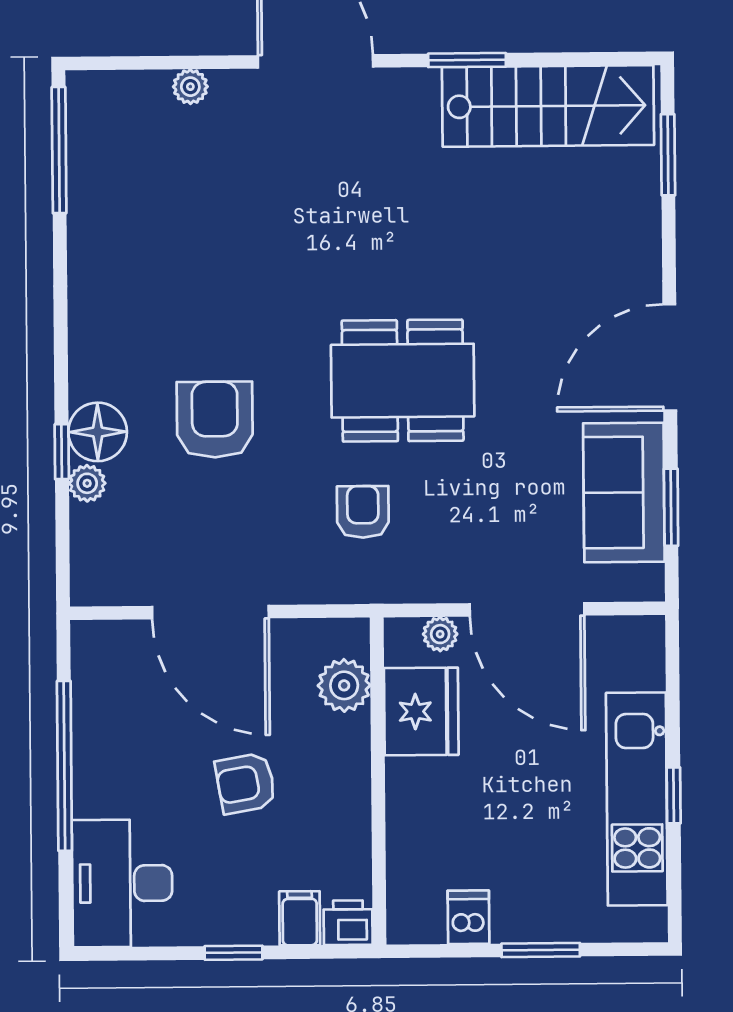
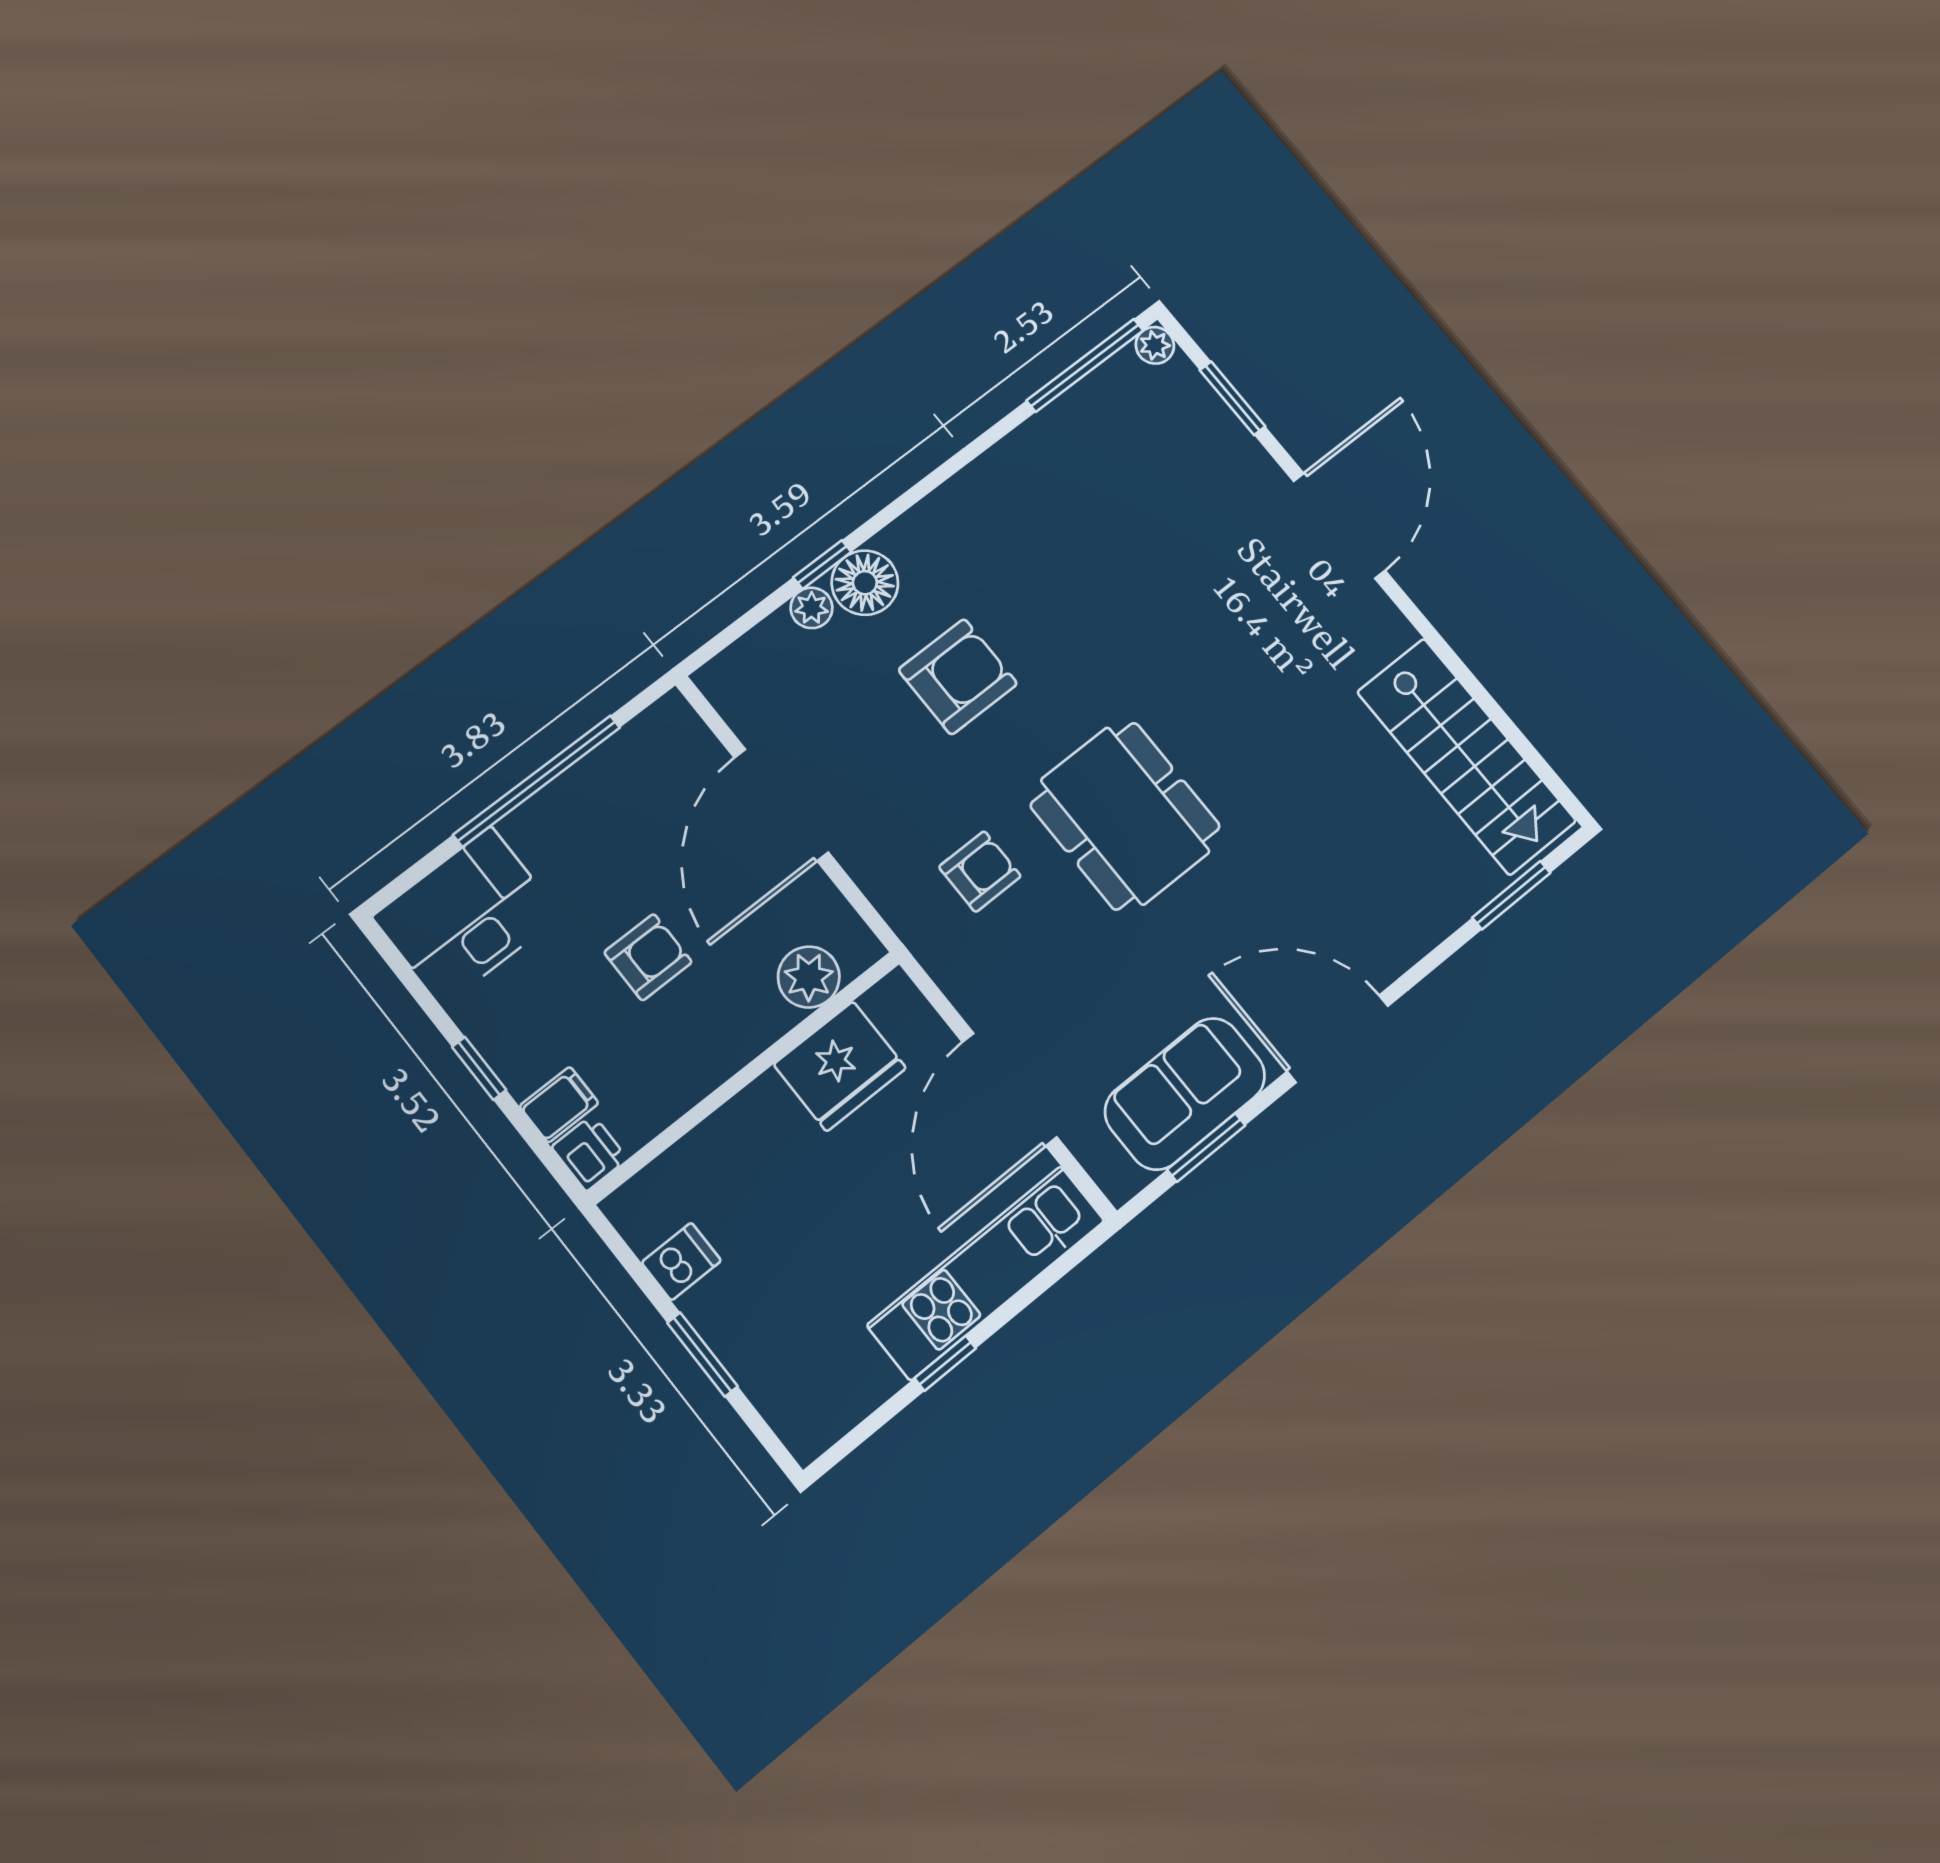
window: (467, 60) -> (1232, 398), moved
plant: (190, 87) -> (1155, 345), moved
plant: (440, 634) -> (924, 1028), removed
armchair: (246, 783) -> (648, 957), turned 100
kitchen unit: (637, 799) -> (986, 1273), moved

